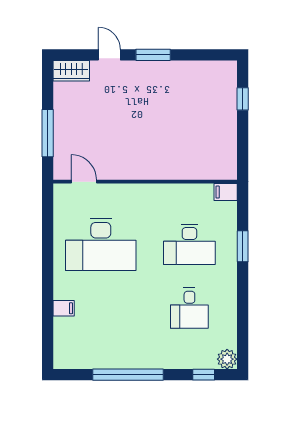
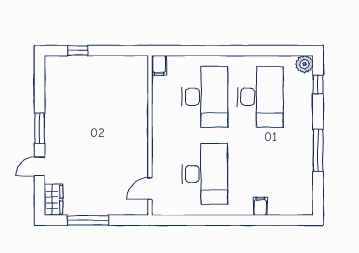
window: (48, 133) -> (88, 220), moved
desk: (189, 244) -> (205, 97), width x1.36, depth x1.30
window: (243, 246) -> (206, 51), removed
desk: (189, 308) -> (260, 97), width x1.87, depth x1.30
window: (128, 375) -> (318, 150), width x0.68

